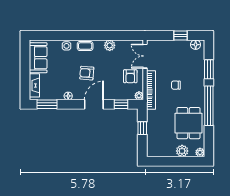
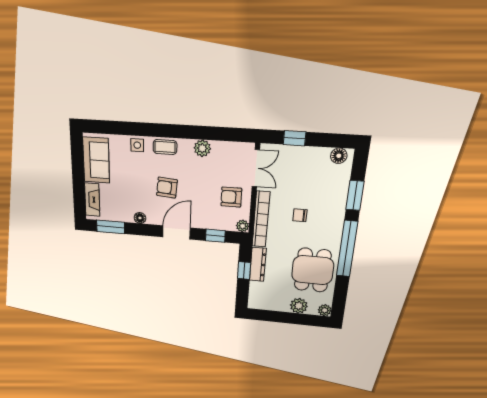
window: (181, 35) -> (294, 138), moved
double door: (145, 56) -> (256, 168), swing flipped
armchair: (130, 76) -> (231, 197), turned 90
dresser: (151, 123) -> (258, 264), added

